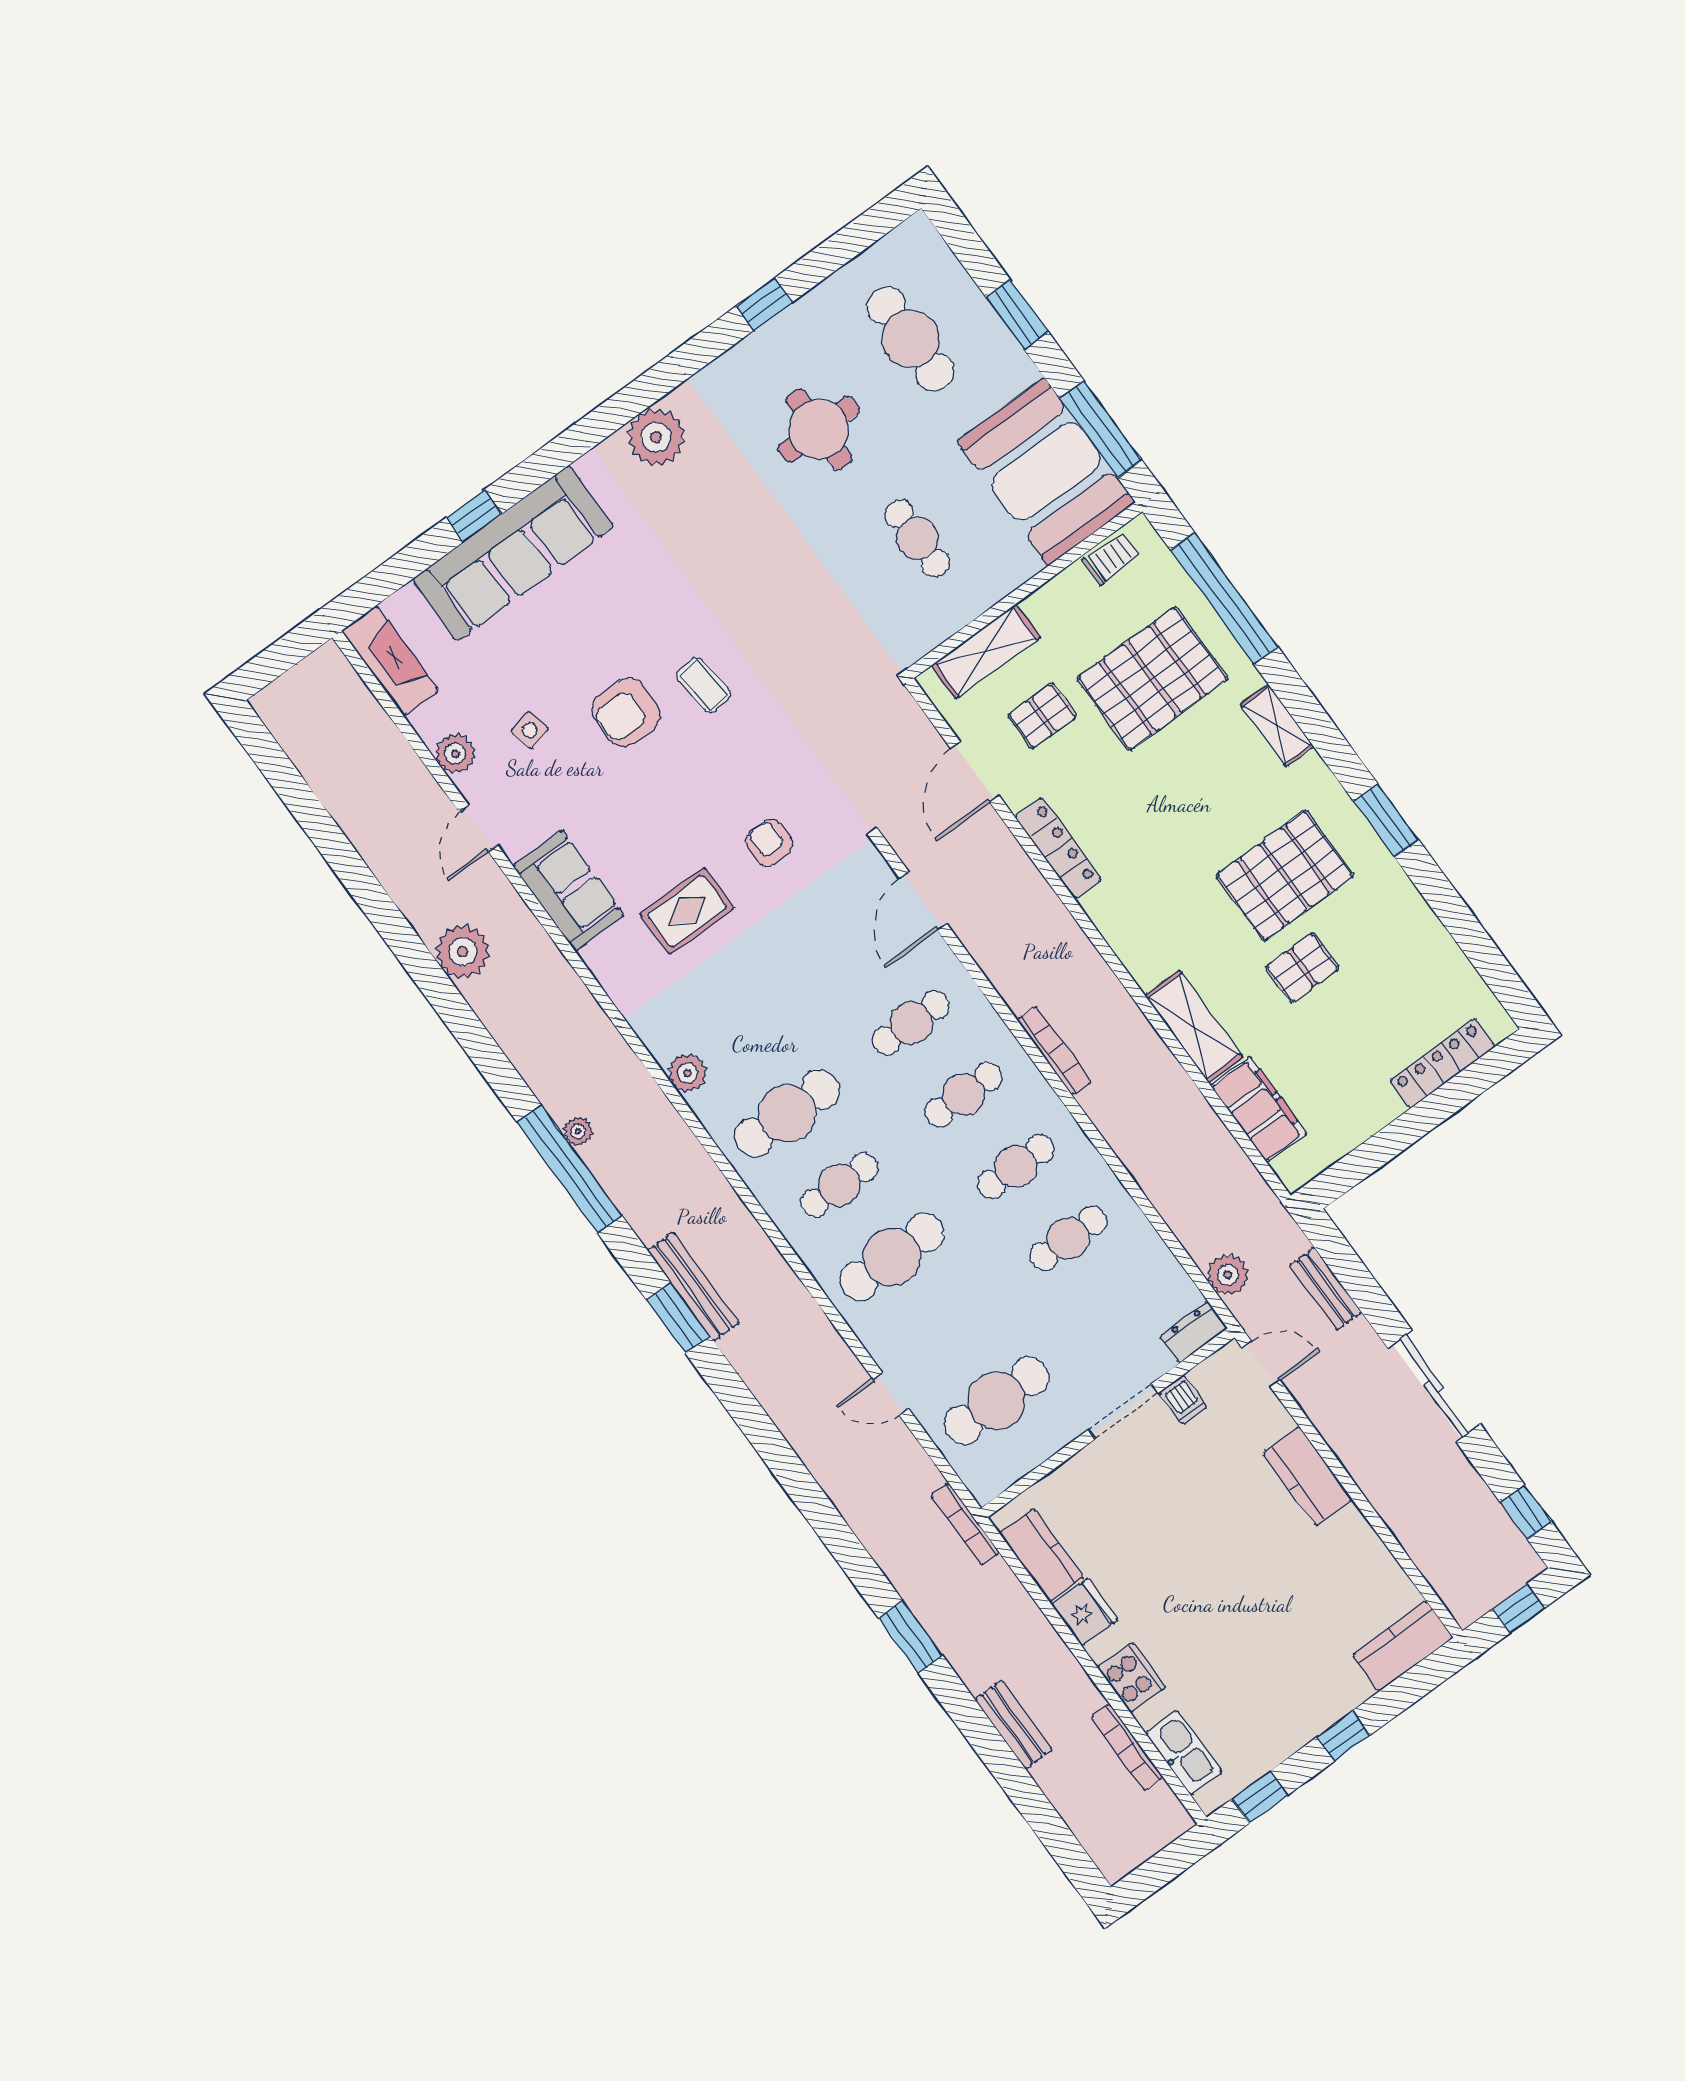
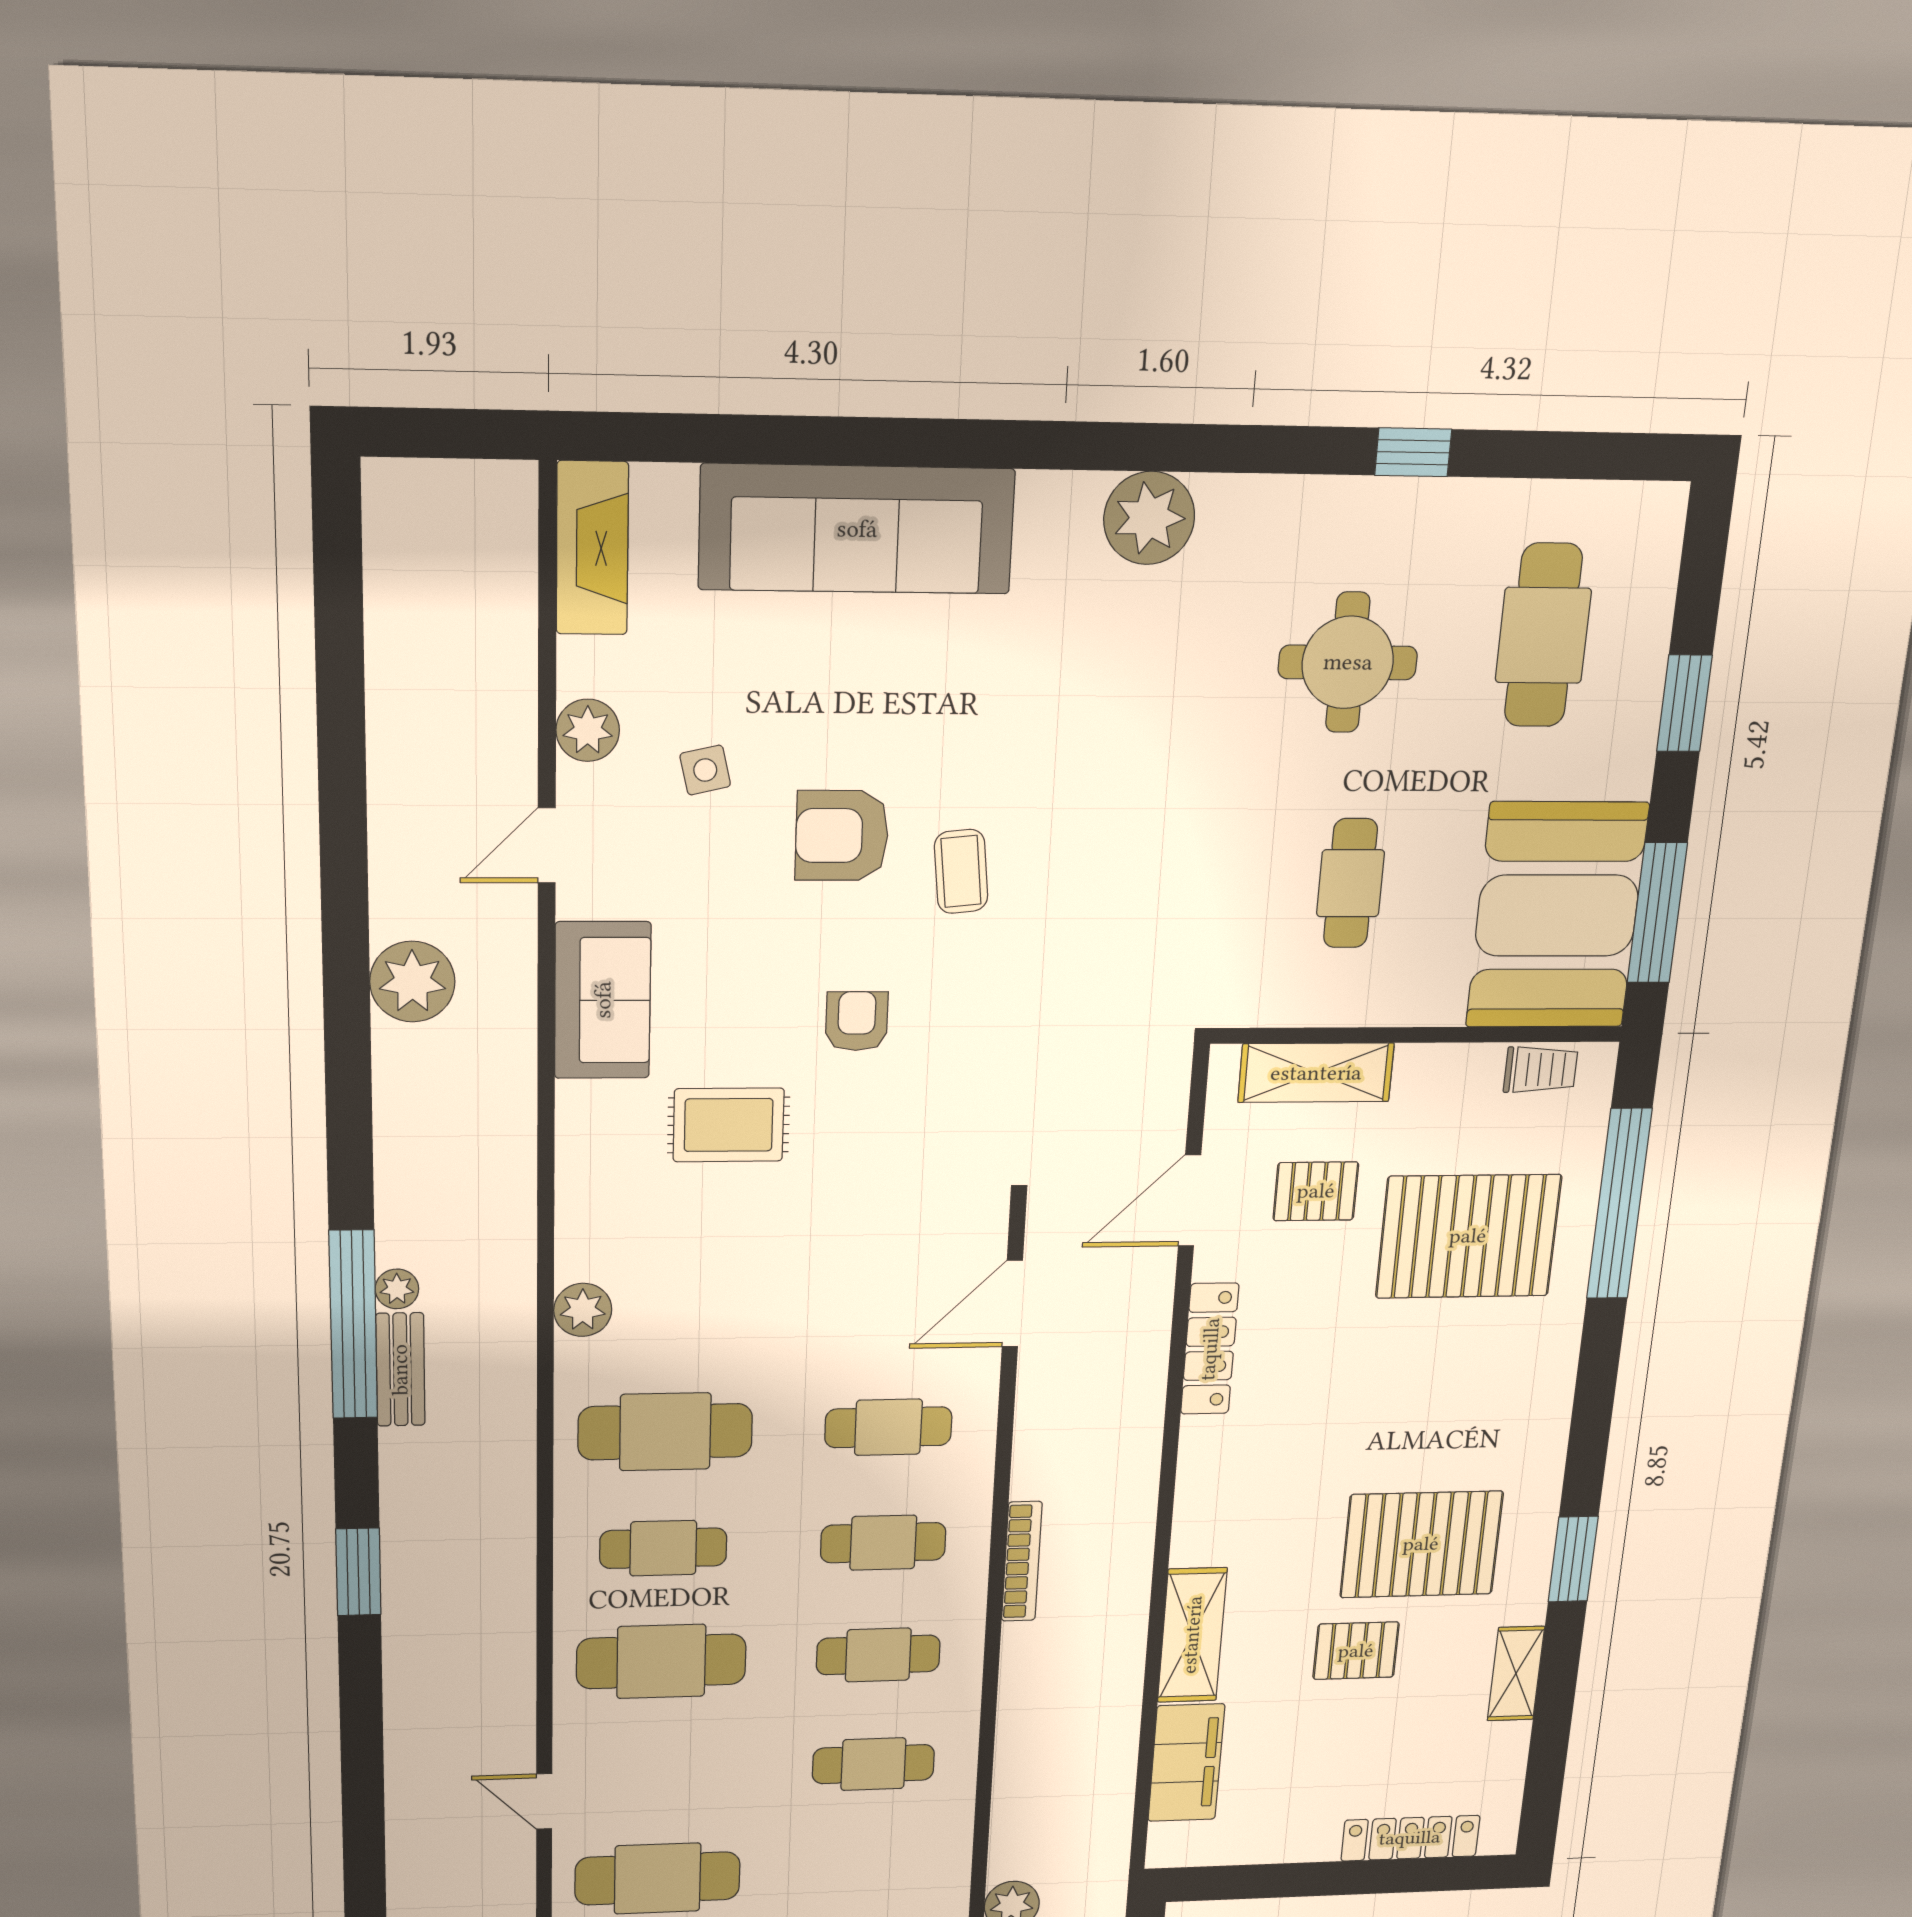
window: (474, 516) -> (844, 441), removed
shelving: (1277, 725) -> (1516, 1674), moved
armchair: (769, 843) -> (857, 1021), moved
bench: (693, 1287) -> (400, 1370), moved, width x0.73

